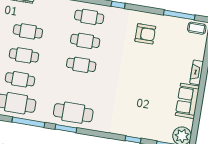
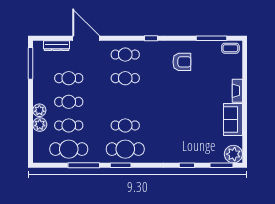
cafe table: (81, 65) -> (125, 125), moved

